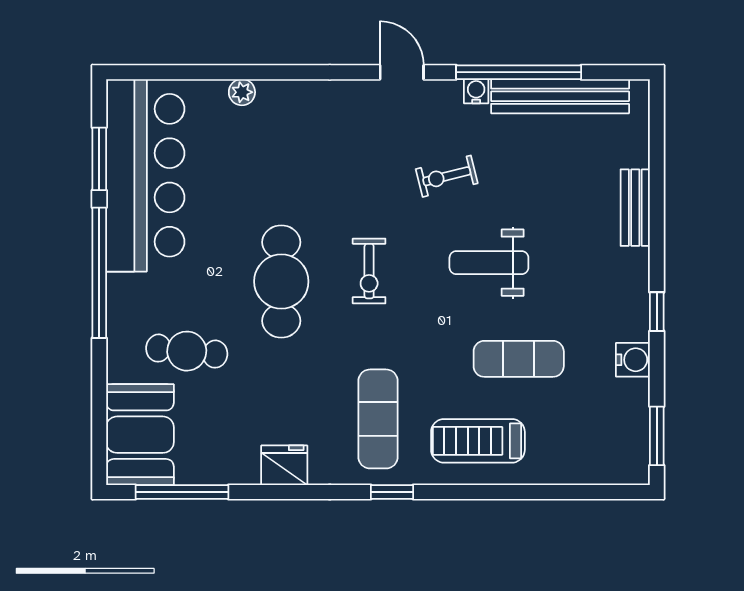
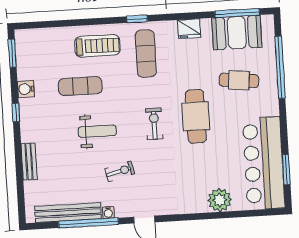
plant: (242, 92) -> (220, 200), width x1.87, depth x1.87
window: (99, 273) -> (280, 67), moved
booth: (140, 435) -> (237, 33), moved, turned 90

